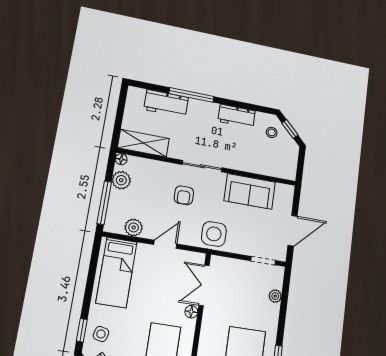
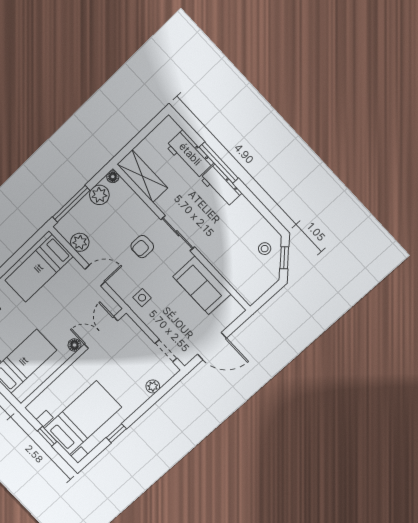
workbench: (237, 116) -> (221, 186), moved
side table: (214, 234) -> (142, 298), width x0.54, depth x0.54

